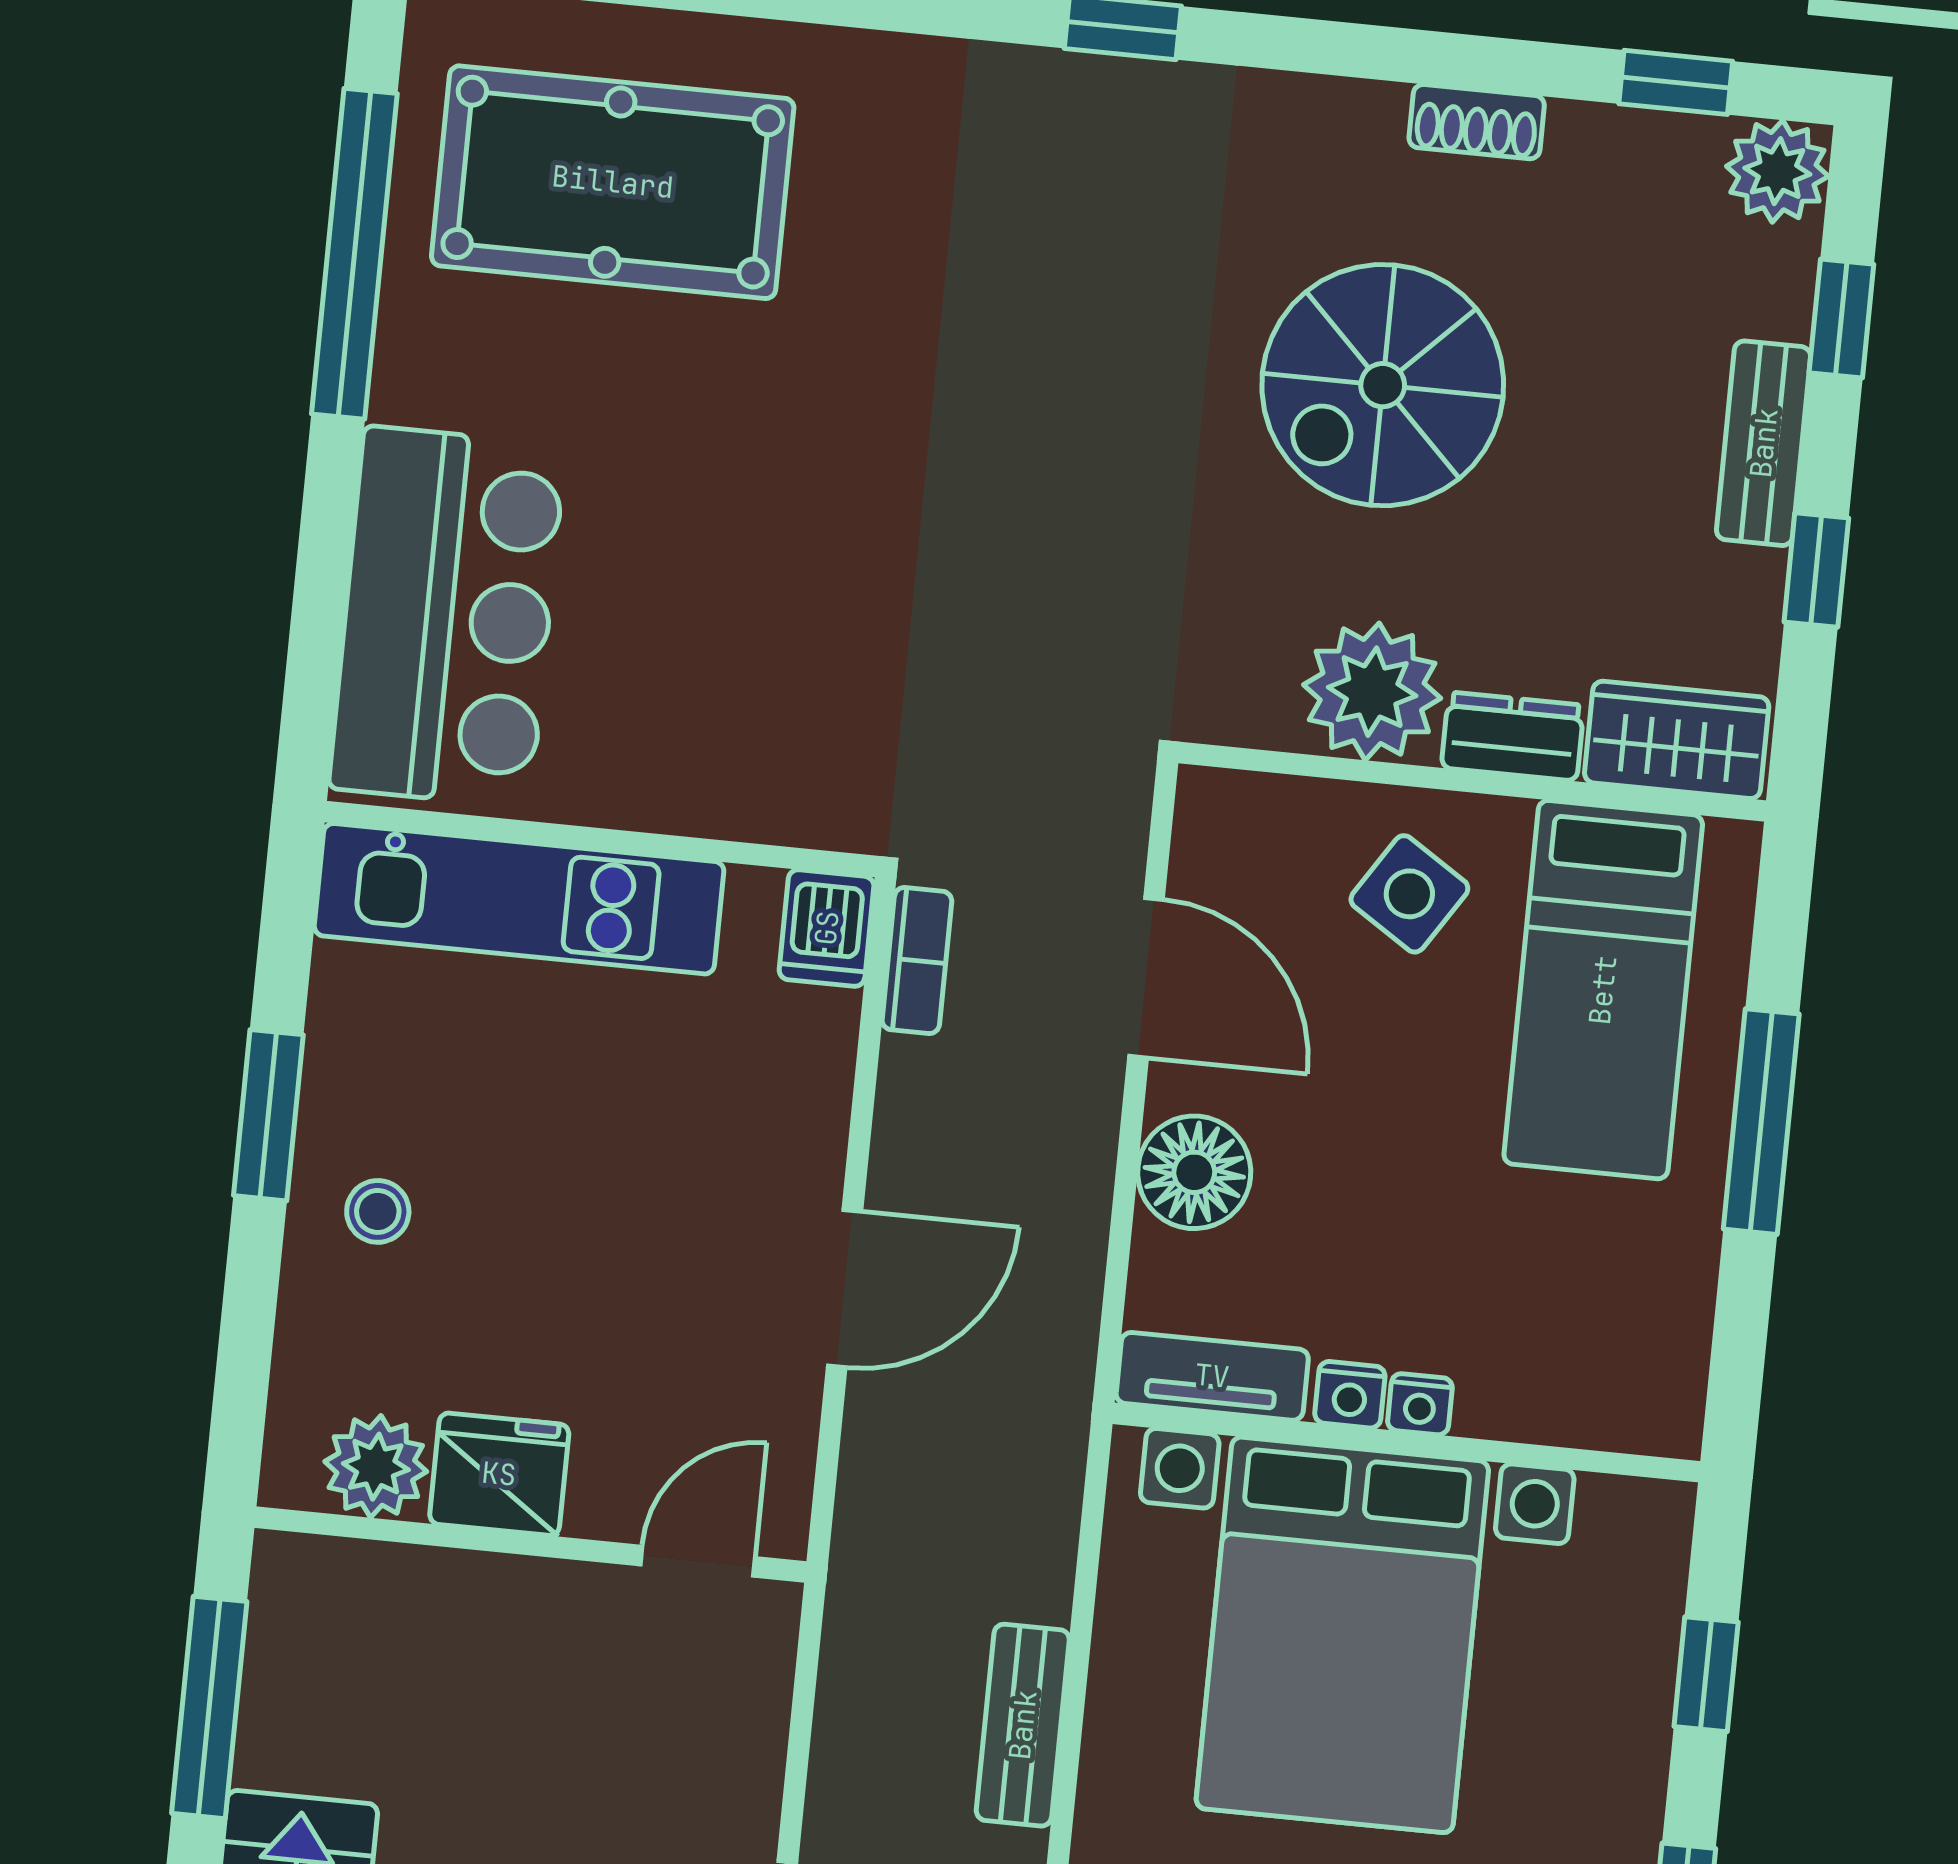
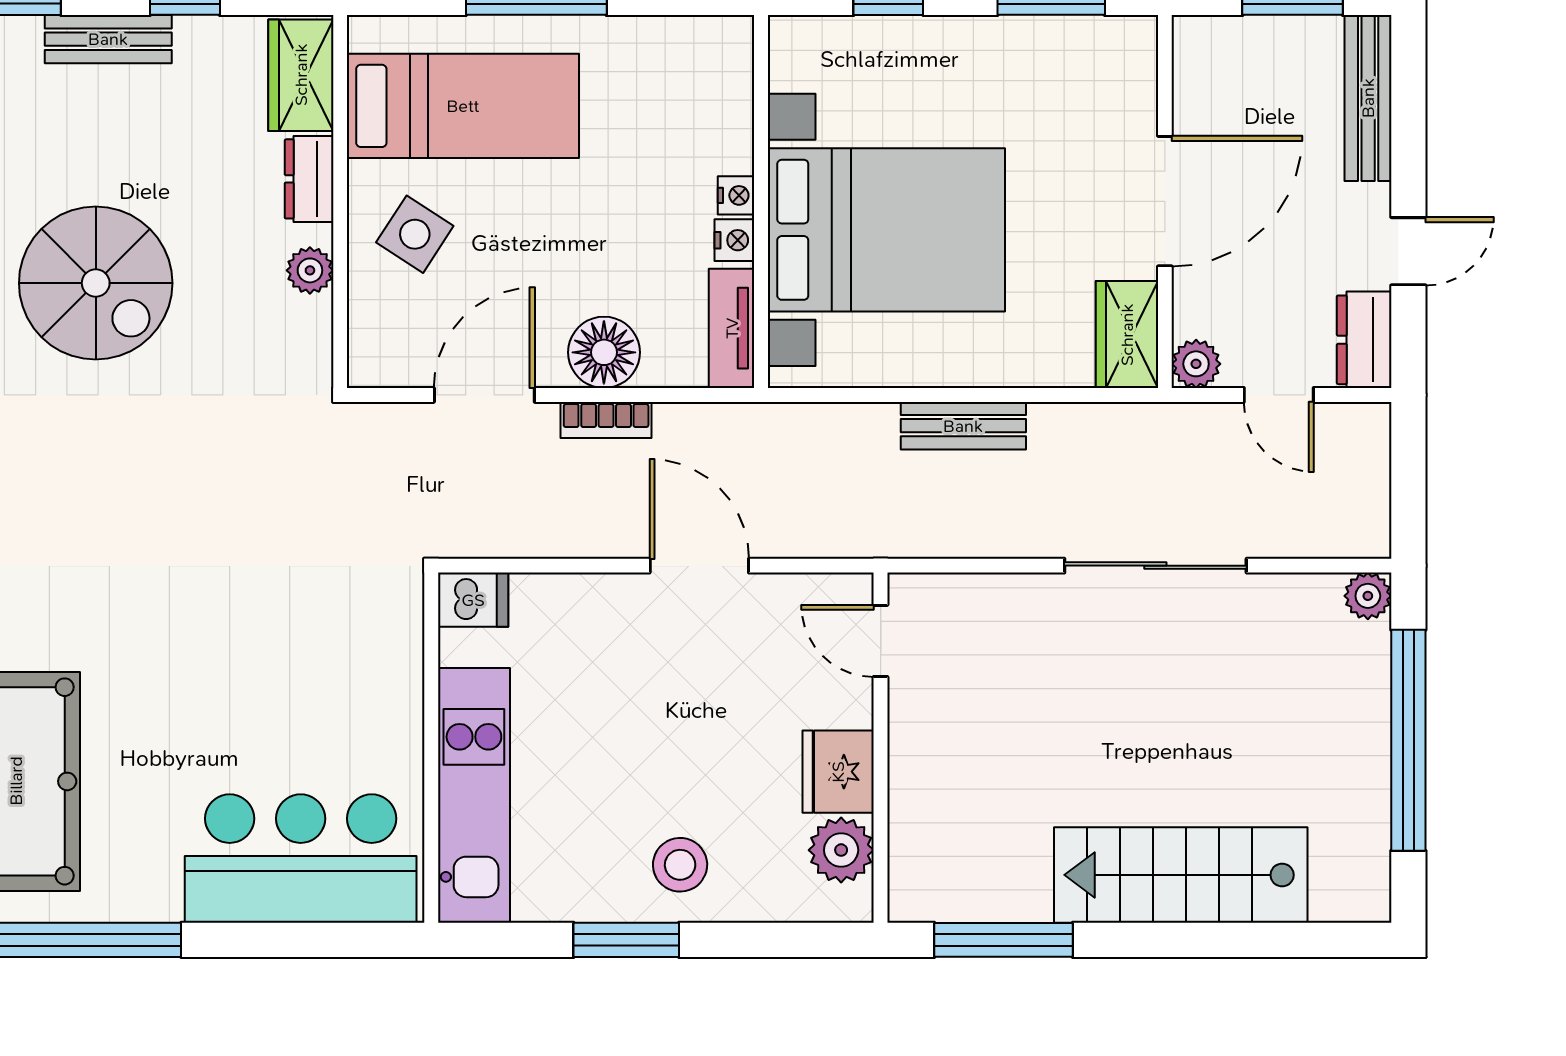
plant: (1372, 692) -> (310, 270), width x0.53, depth x0.53
bookcase: (917, 961) -> (606, 420), moved, turned 180
stool: (378, 1211) -> (680, 865), width x1.37, depth x1.37

